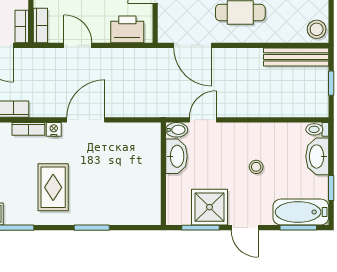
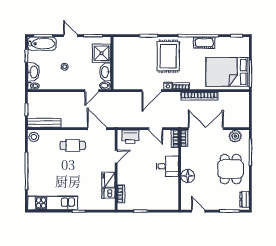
rug: (53, 187) -> (168, 56), width x1.36, depth x1.43
shower: (209, 207) -> (102, 53), moved

